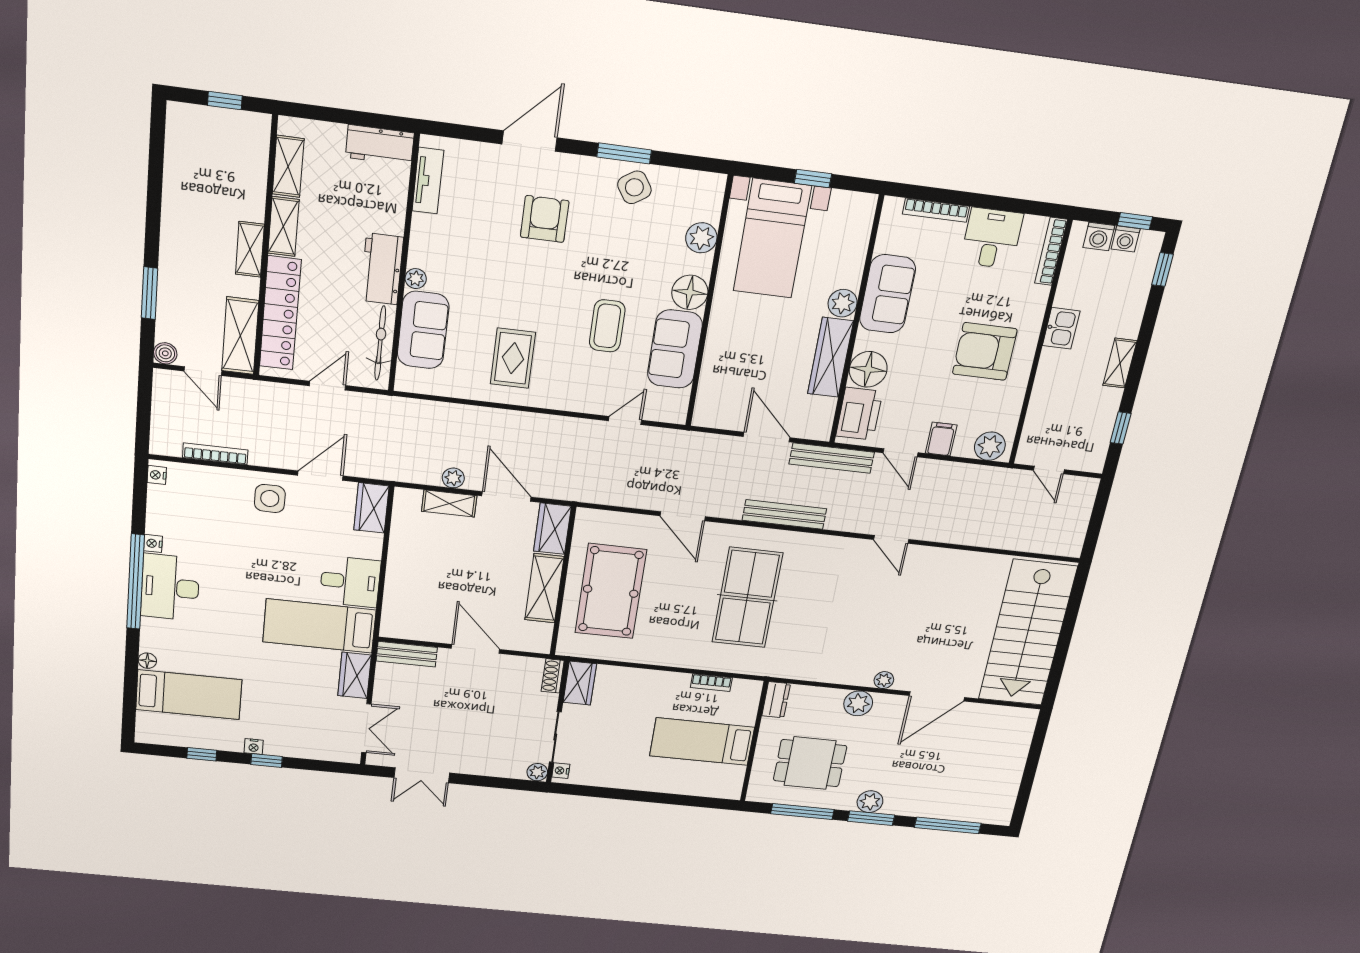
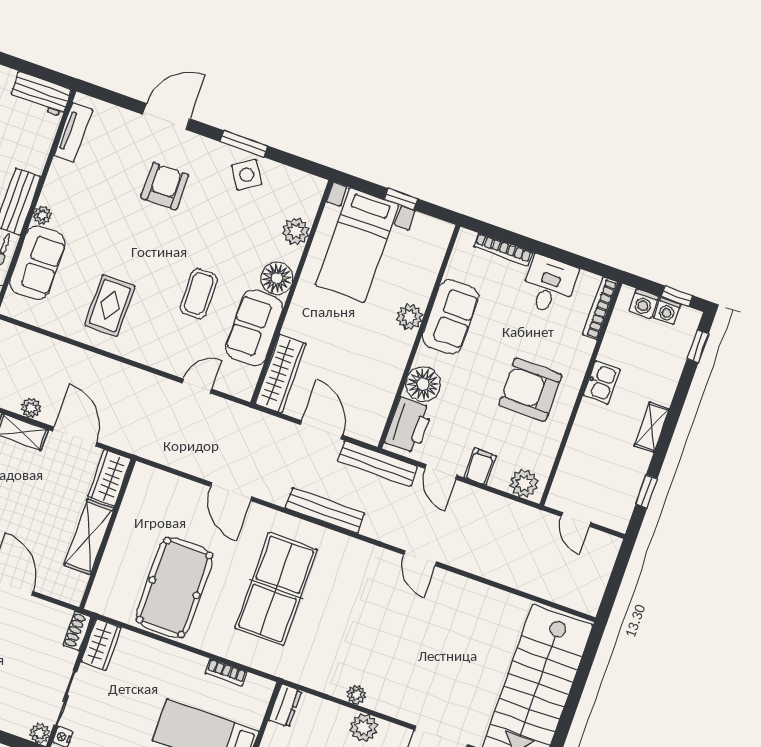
wardrobe: (830, 357) -> (281, 374), moved, turned 180
pool table: (611, 591) -> (174, 588), moved
plant: (884, 680) -> (356, 695), moved

